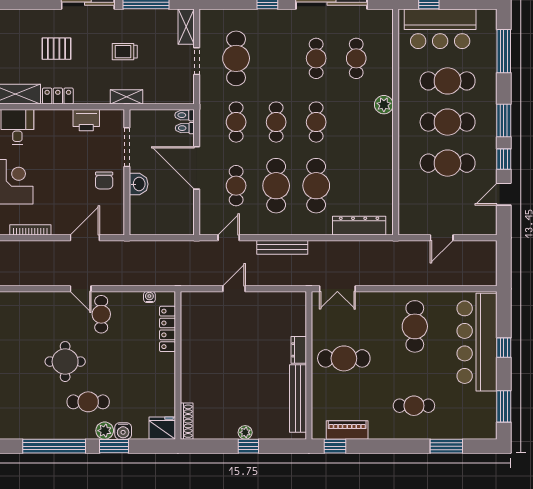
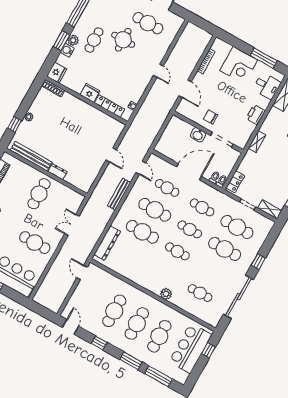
trolley: (125, 52) -> (275, 168), removed
cafe table: (316, 58) -> (225, 249), moved, width x1.37, depth x1.35
locker: (58, 96) -> (235, 182), moved
shelving: (126, 97) -> (257, 142), moved
printer: (86, 120) -> (256, 115), moved
window: (504, 120) -> (131, 361), moved
door: (504, 194) -> (70, 327), moved
door: (442, 238) -> (82, 272), moved
door: (81, 289) -> (158, 71), swing flipped
double door: (337, 289) -> (72, 225), moved
cafe table: (101, 314) -> (148, 23), moved, width x1.37, depth x1.35
fridge: (165, 366) -> (90, 93), added
window: (248, 446) -> (15, 124), moved

